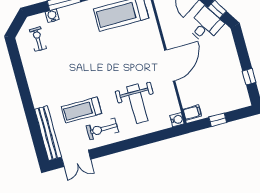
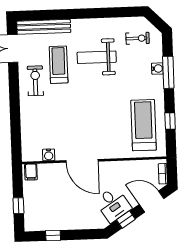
water cooler: (52, 16) -> (157, 69), moved
weight bench: (137, 104) -> (97, 57), moved
water cooler: (177, 120) -> (49, 155), moved
window: (218, 120) -> (18, 206), moved

